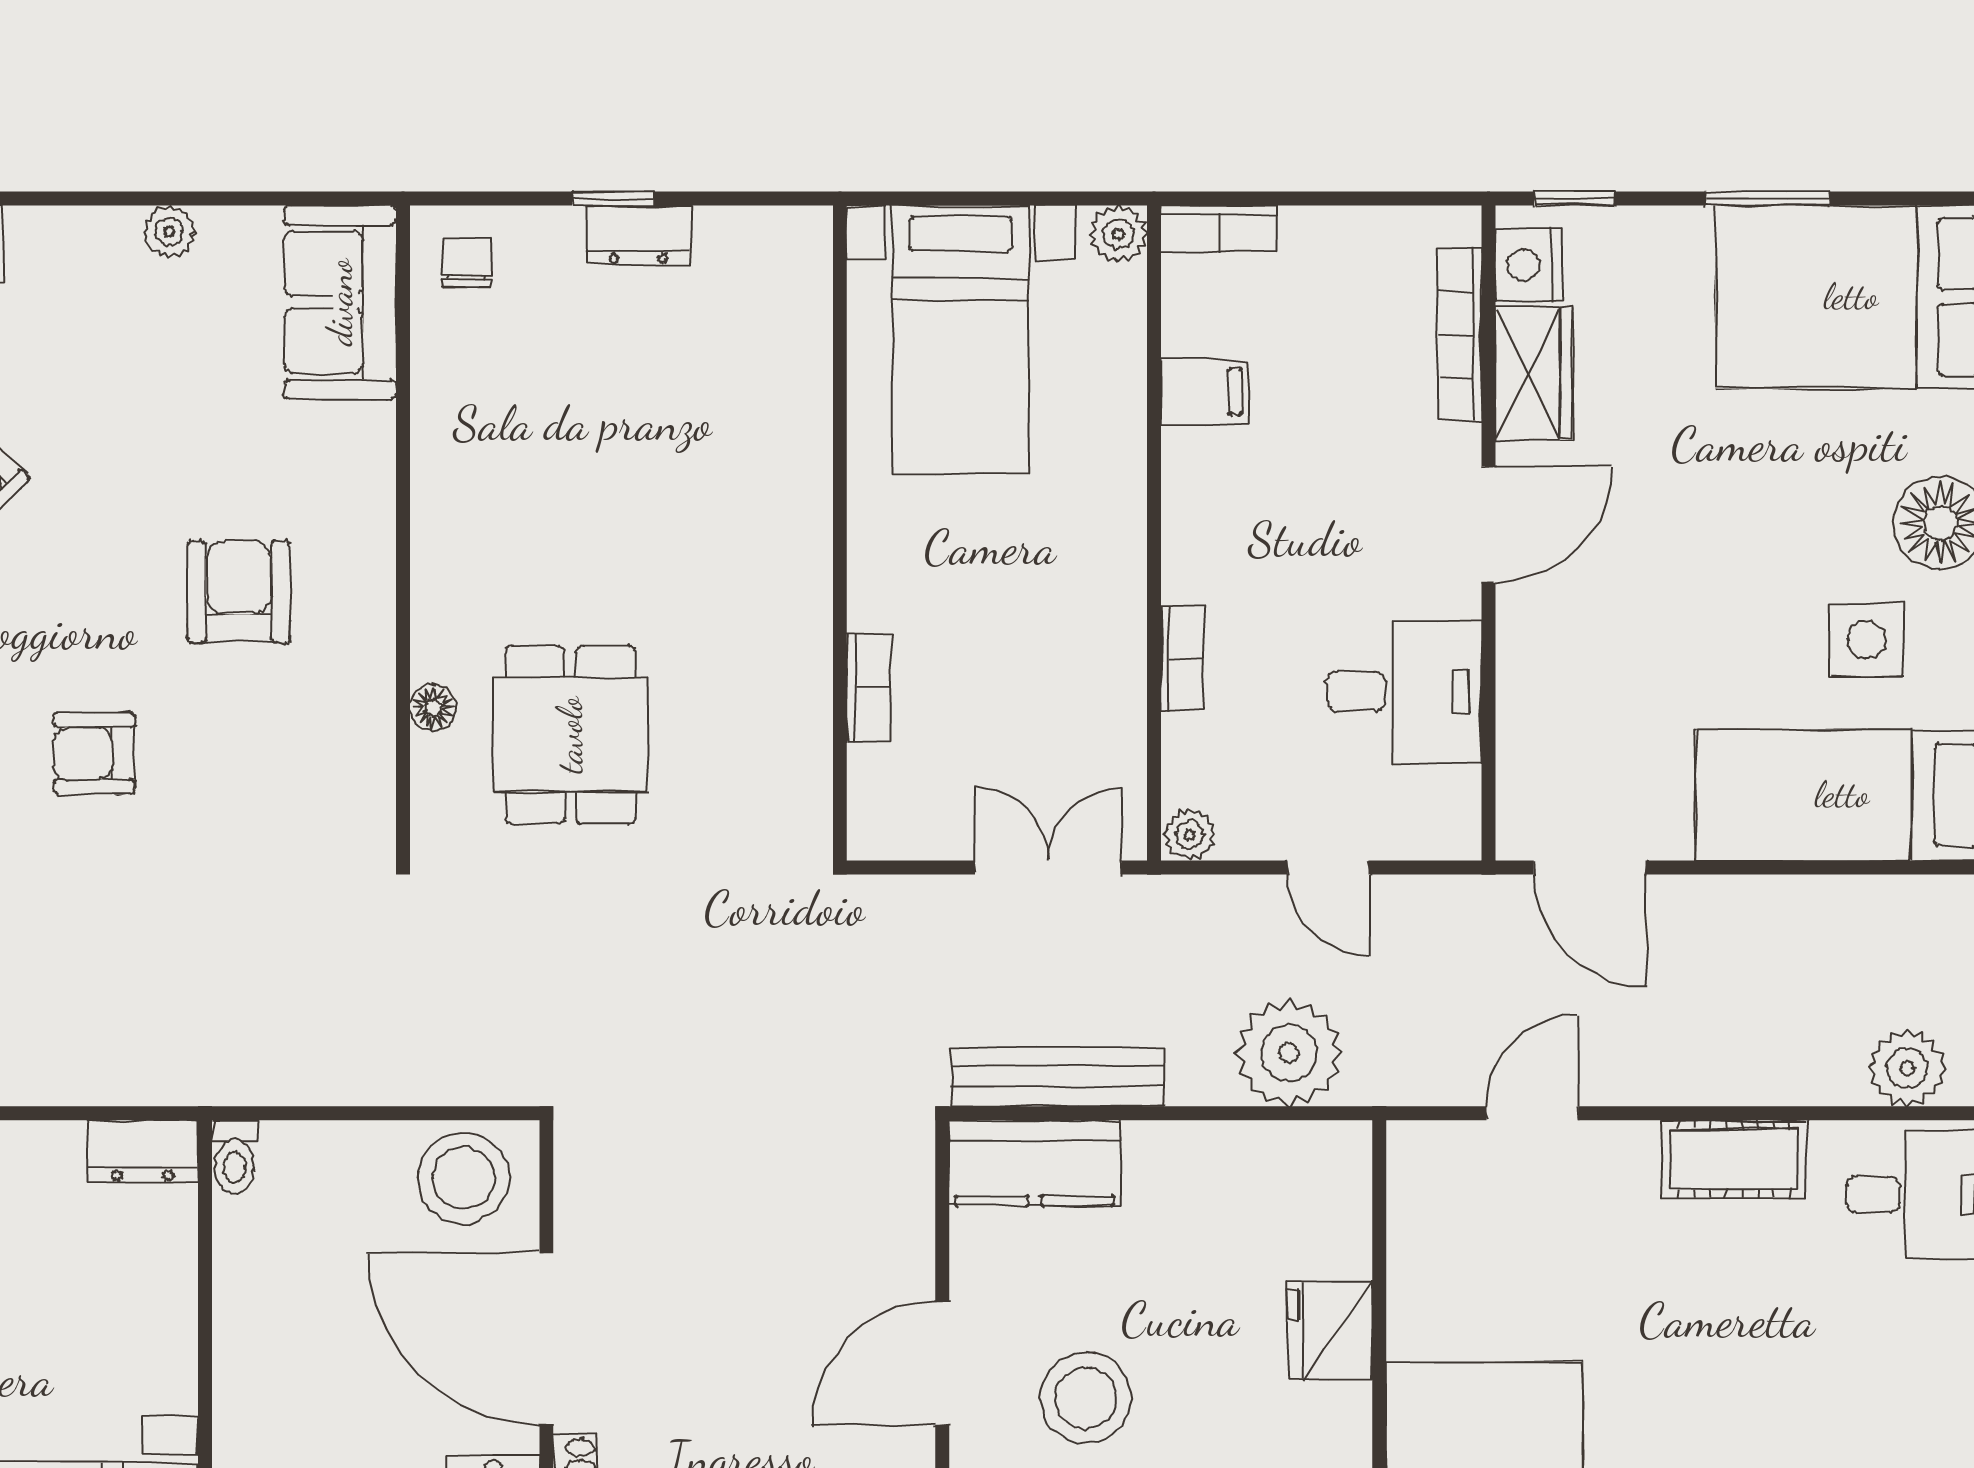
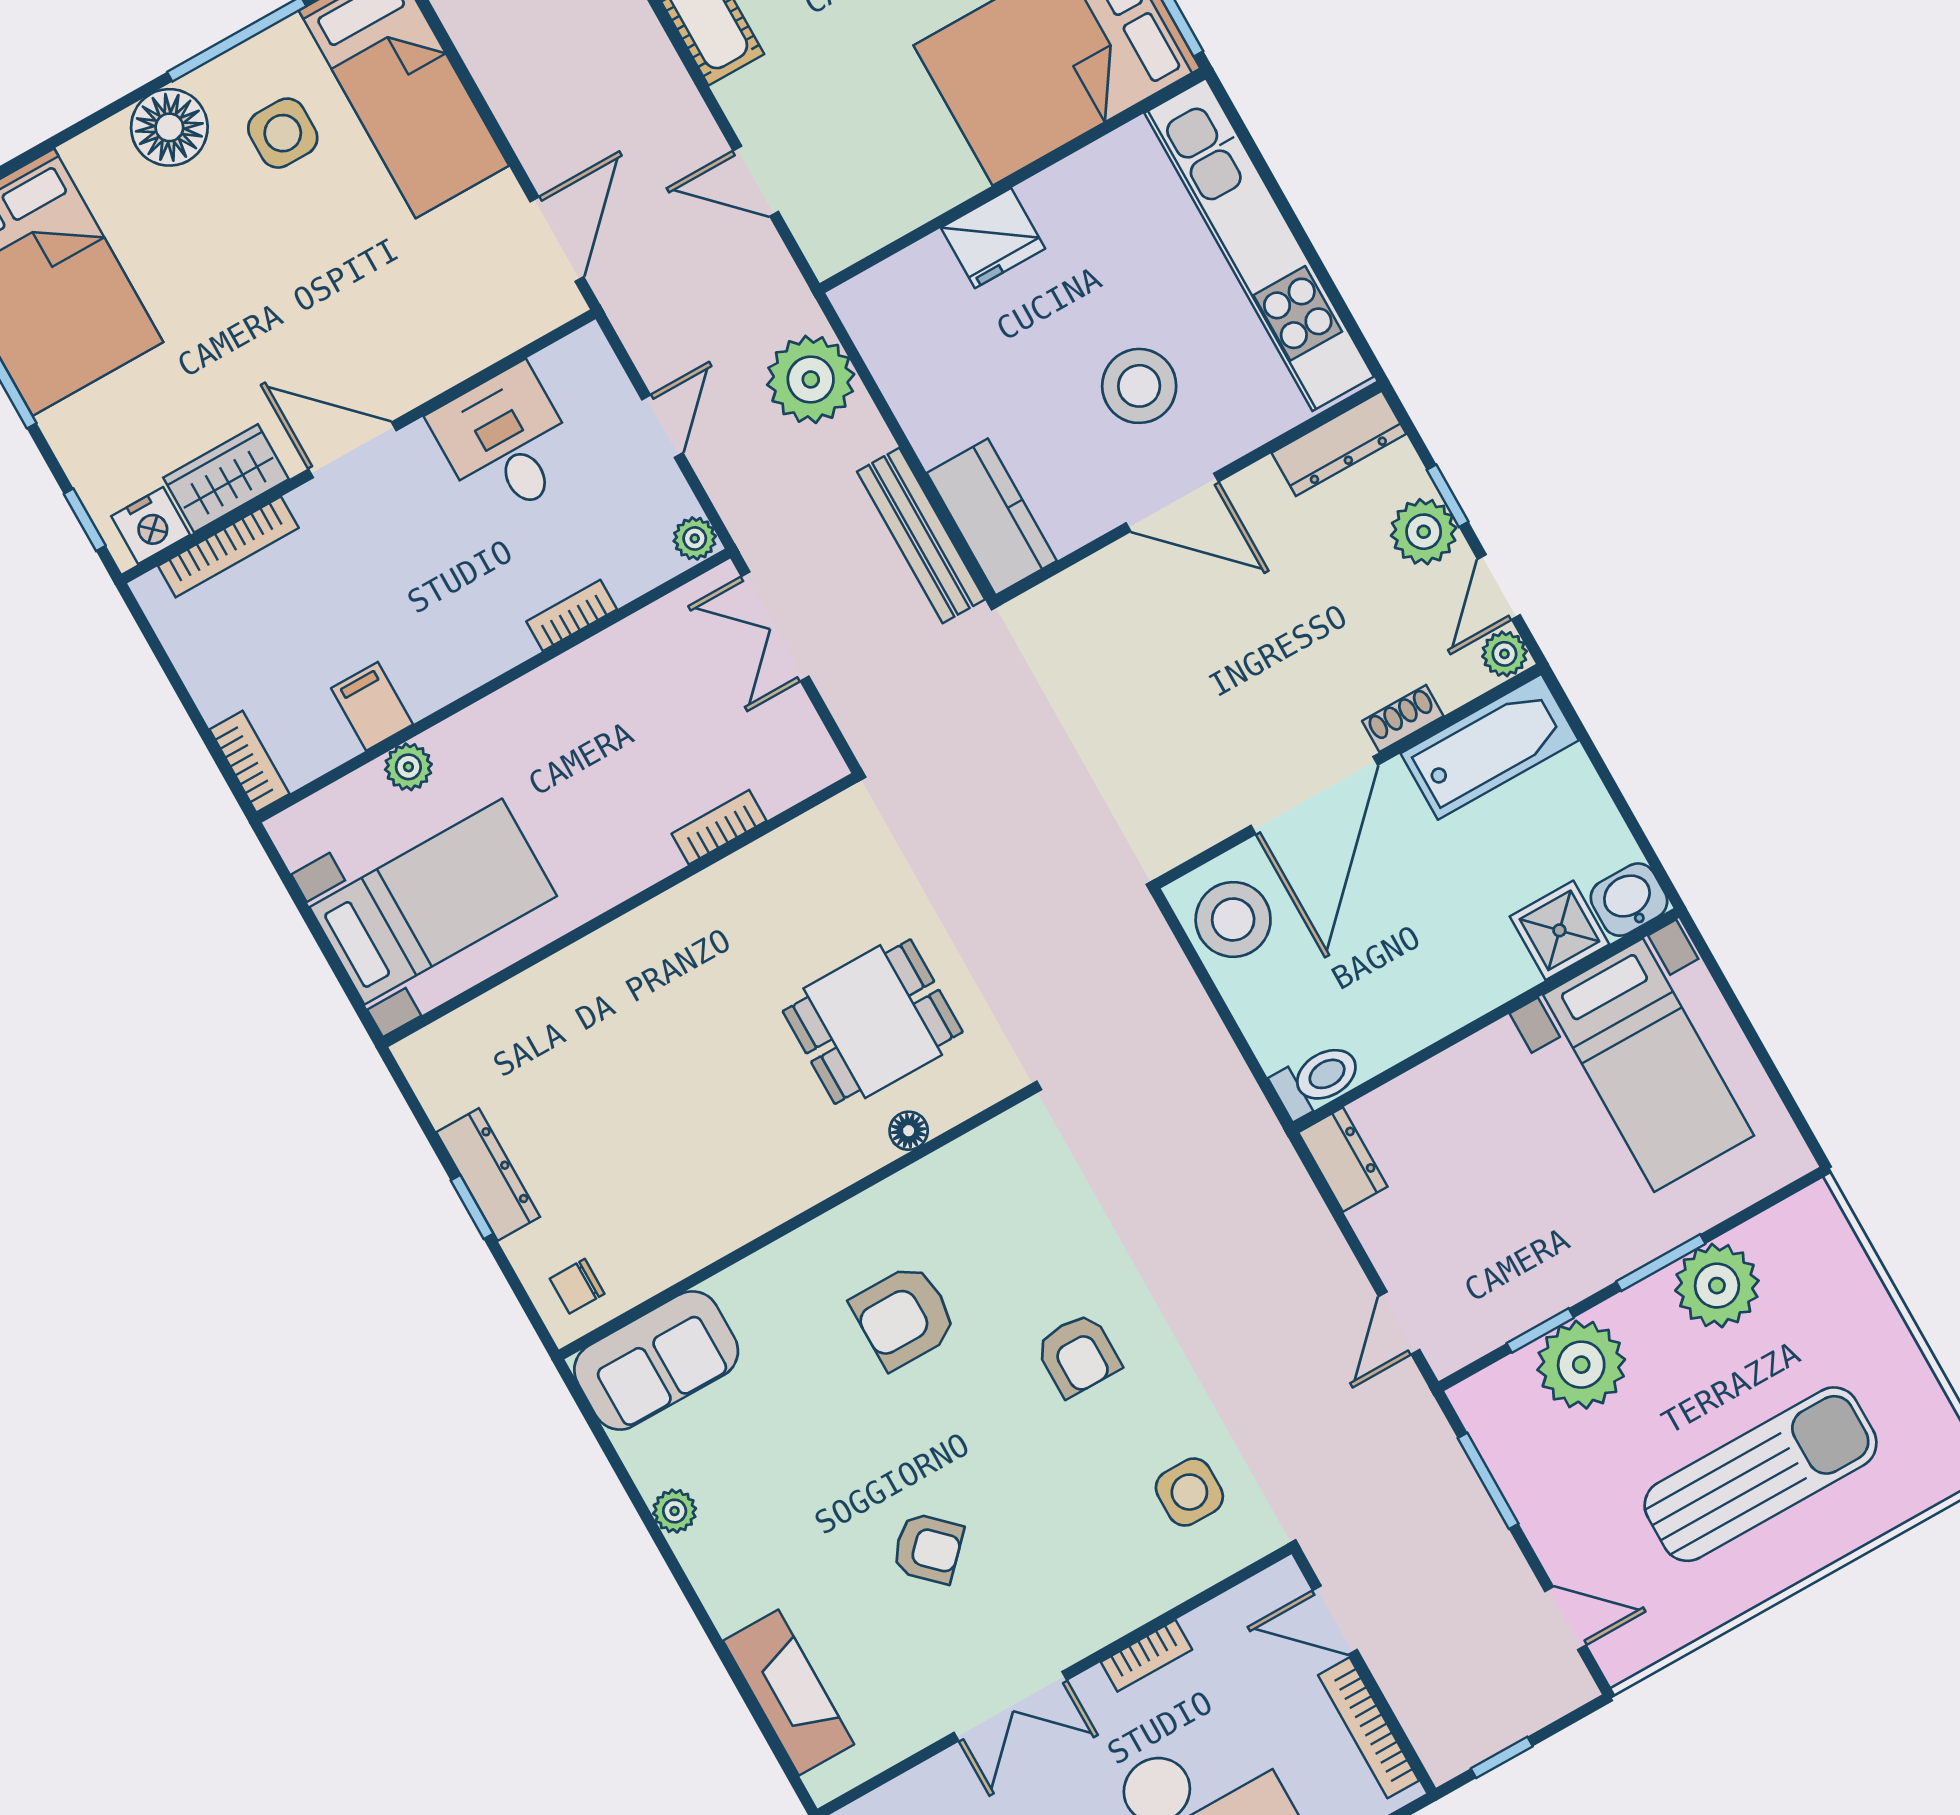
plant: (1118, 234) -> (408, 767), moved
dresser: (638, 235) -> (488, 1175), width x1.44
toilet: (235, 1157) -> (1317, 1080), width x1.37, depth x1.39

